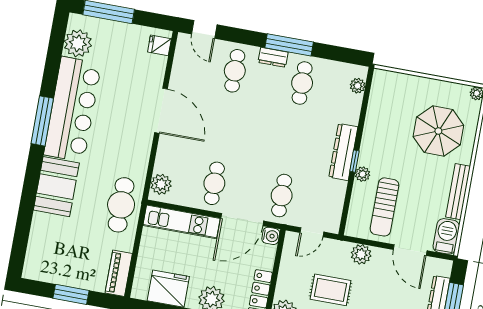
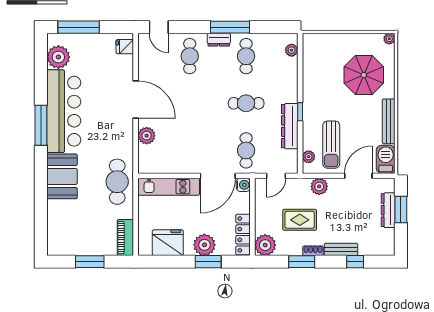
dresser: (343, 152) -> (290, 126), moved
plant: (363, 174) -> (309, 157), moved
cafe table: (214, 183) -> (246, 103), moved, turned 90
plant: (161, 184) -> (147, 136), moved
door: (410, 250) -> (358, 176), swing flipped

